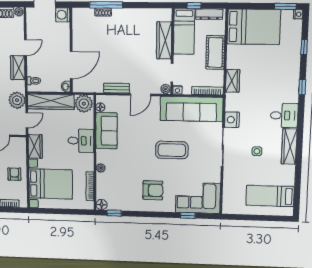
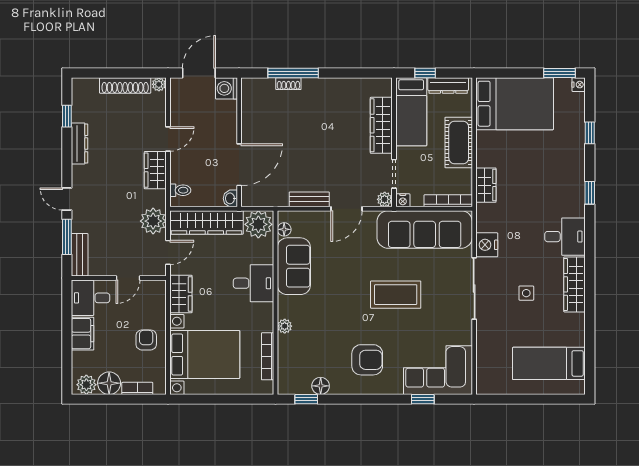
floor lamp: (102, 205) -> (321, 386), moved

